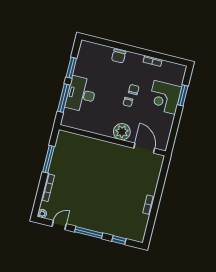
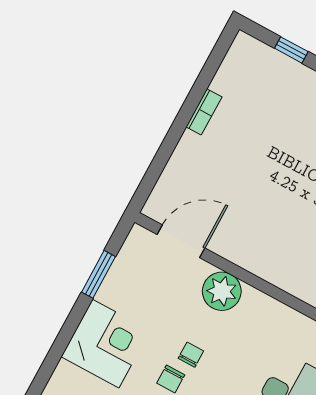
window: (183, 95) -> (98, 274), moved
door: (144, 148) -> (181, 241), swing flipped

